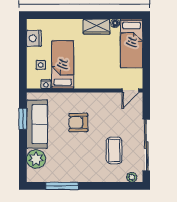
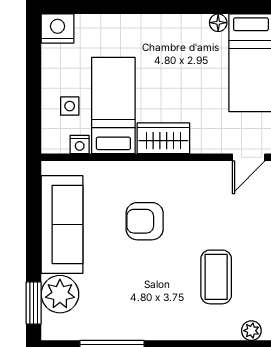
wardrobe: (97, 27) -> (163, 138), moved, turned 180
nightstand: (34, 38) -> (58, 29), moved, turned 90
window: (23, 119) -> (34, 303), moved

